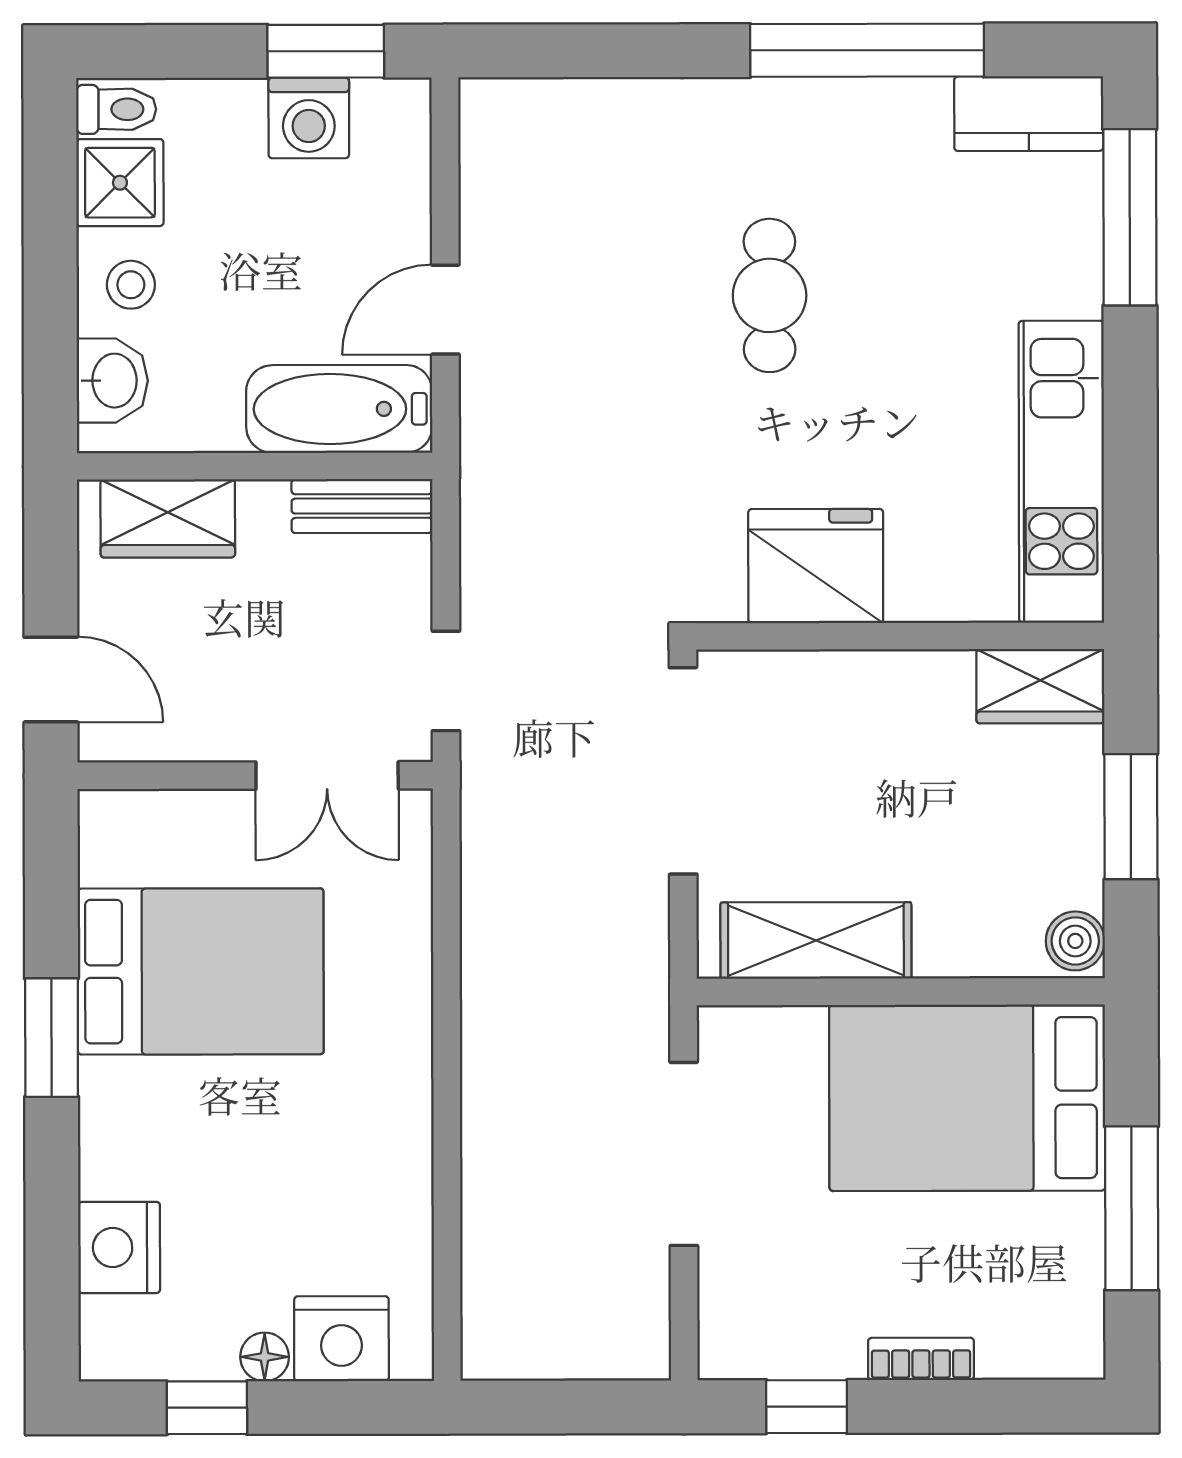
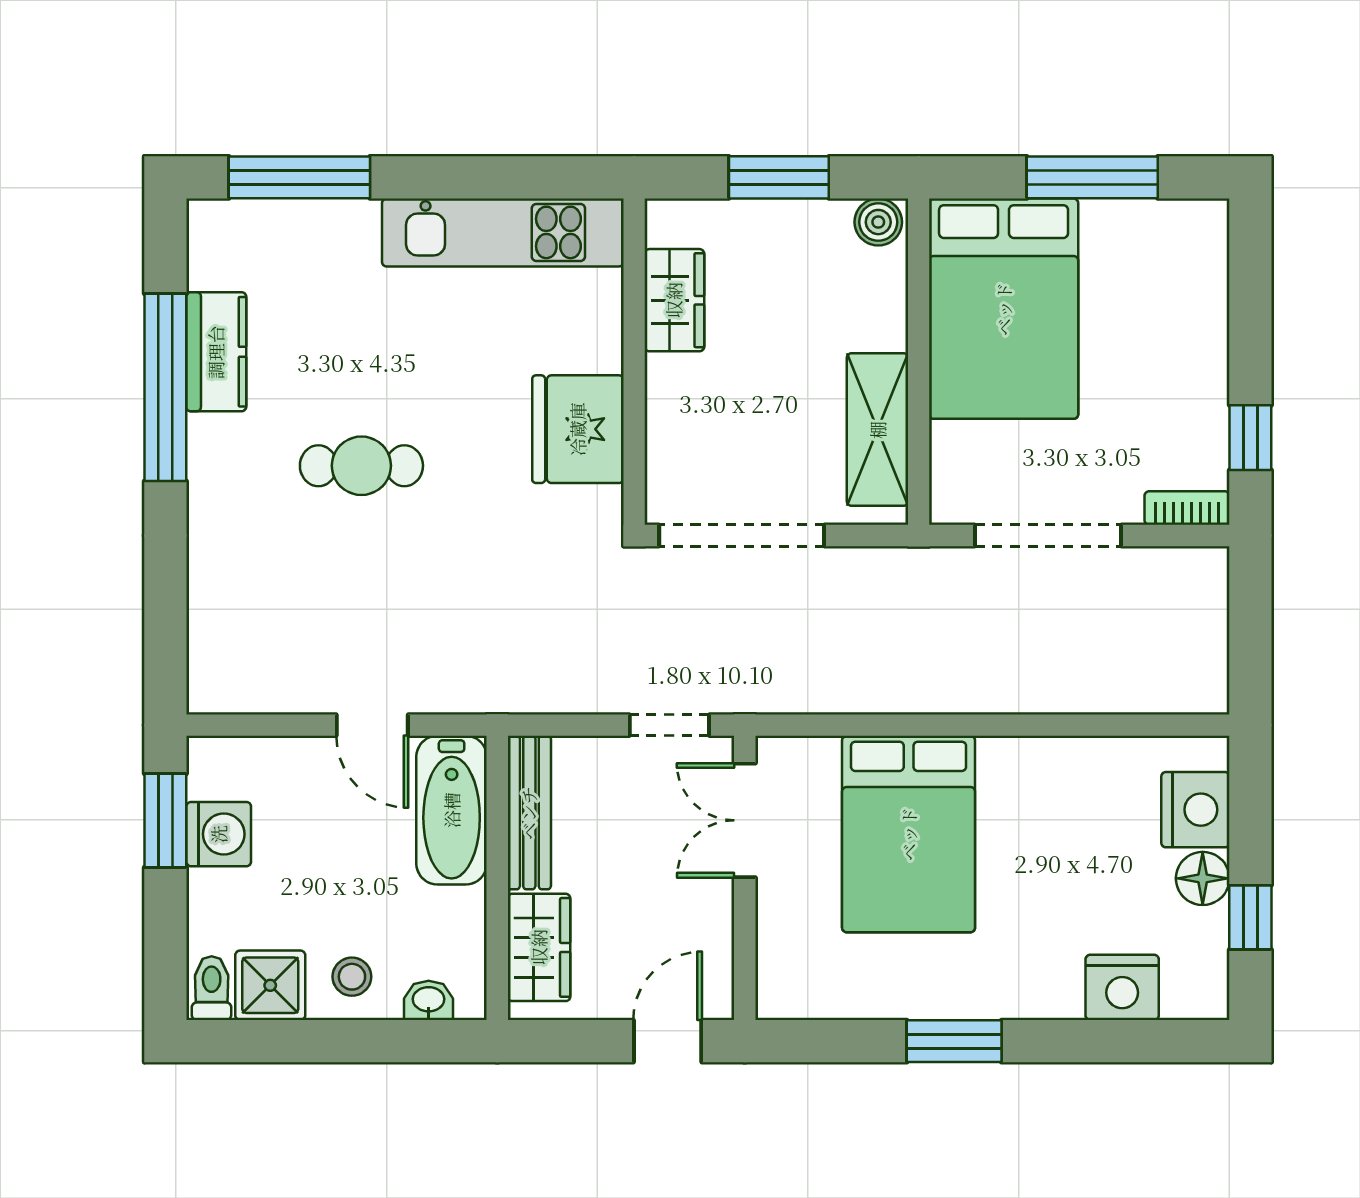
kitchen counter: (1029, 114) -> (216, 352), moved
washbasin: (112, 381) -> (429, 1000), width x0.72, depth x0.69
bench: (362, 506) -> (529, 813), width x1.36
wardrobe: (1040, 686) -> (674, 300), moved
double door: (327, 775) -> (745, 820), swing flipped
bed: (201, 971) -> (909, 834), moved, turned 180
floor lamp: (265, 1357) -> (1203, 878), width x1.37, depth x1.37
bookcase: (921, 1359) -> (1187, 508), moved, turned 90

